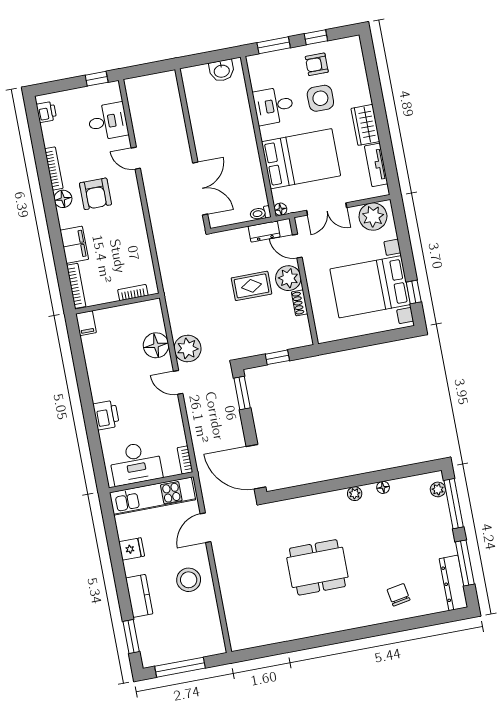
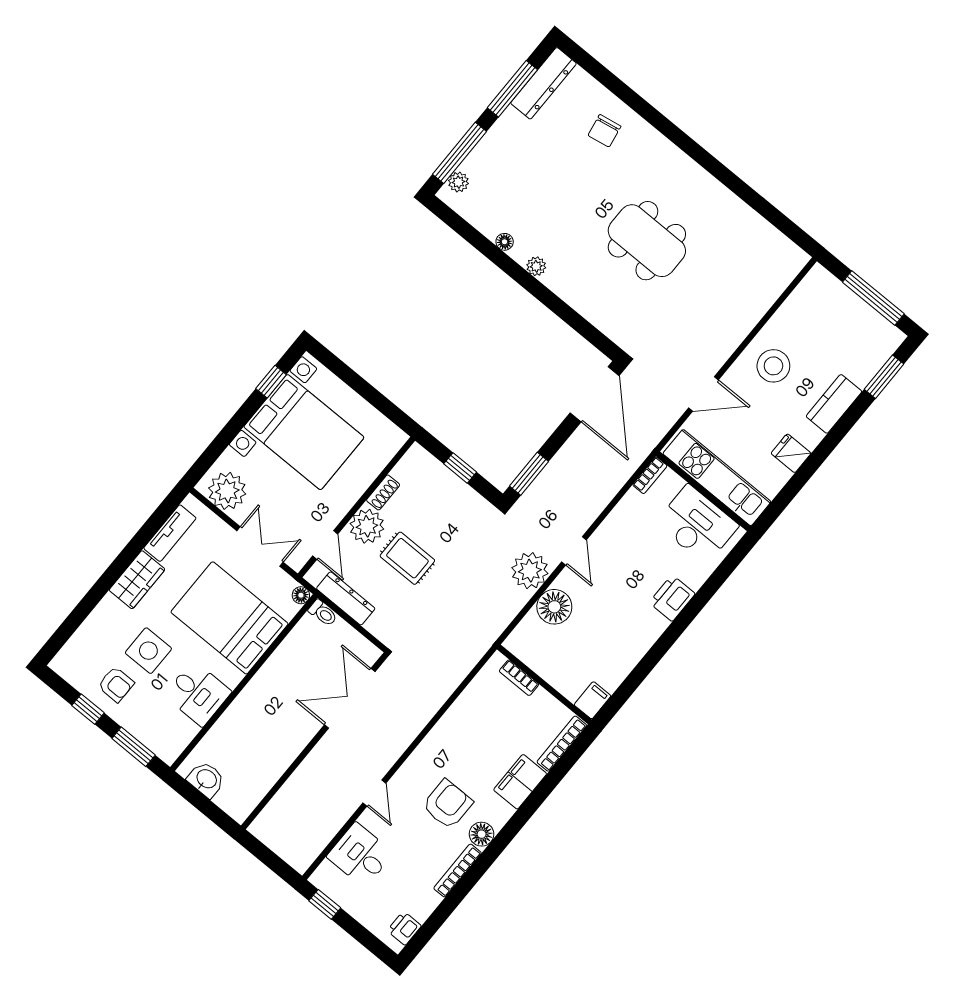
dresser: (264, 231) -> (346, 598), width x1.44

